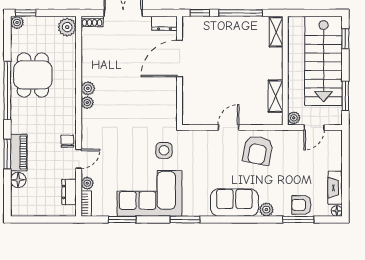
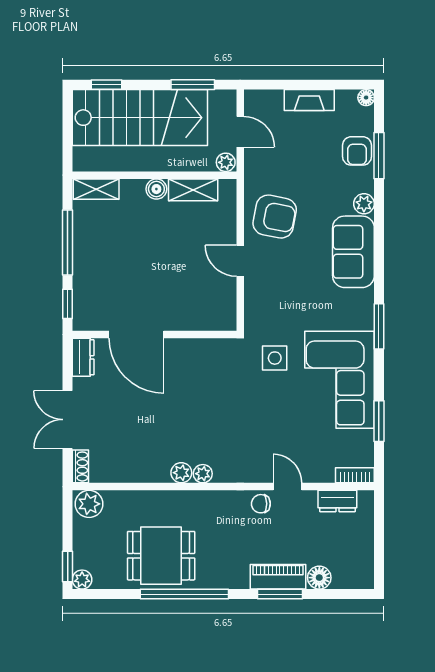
boiler: (276, 72) -> (156, 189), added
plant: (87, 183) -> (324, 474), removed
fireplace: (335, 188) -> (309, 100), moved

